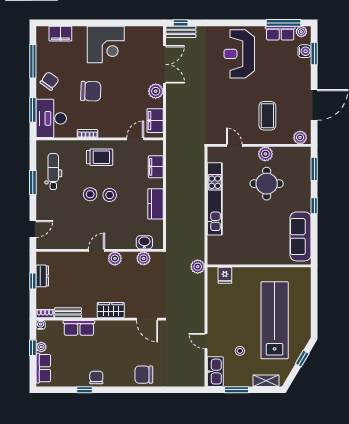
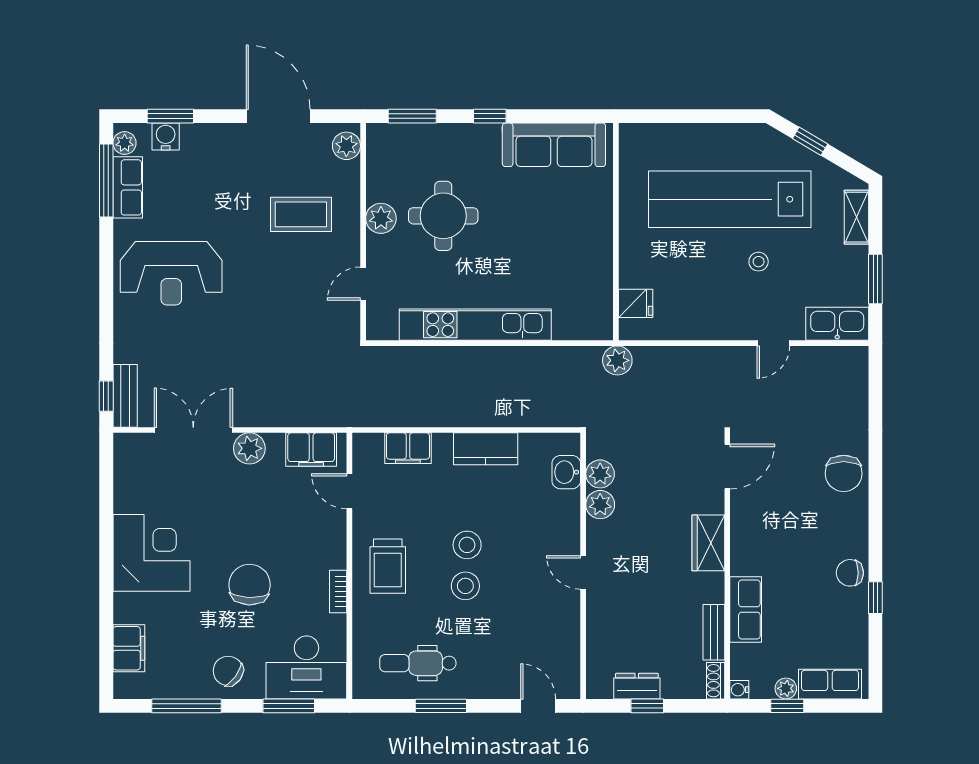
trolley: (100, 157) -> (388, 566), turned 180
plant: (115, 258) -> (600, 505), moved
stool: (240, 351) -> (759, 262), moved

